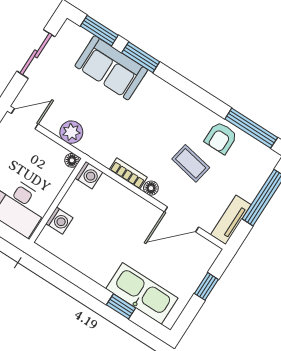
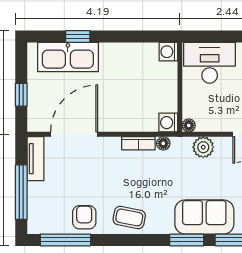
coffee table: (191, 163) -> (129, 217), moved
floor lamp: (151, 188) -> (163, 143), moved
door: (181, 219) -> (74, 134), width x1.36
washing machine: (59, 221) -> (168, 52), moved

